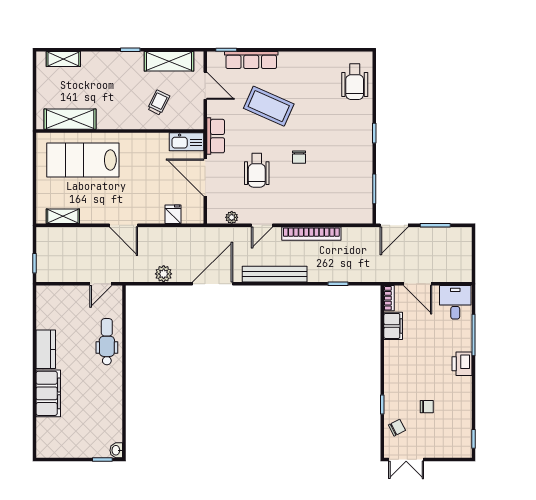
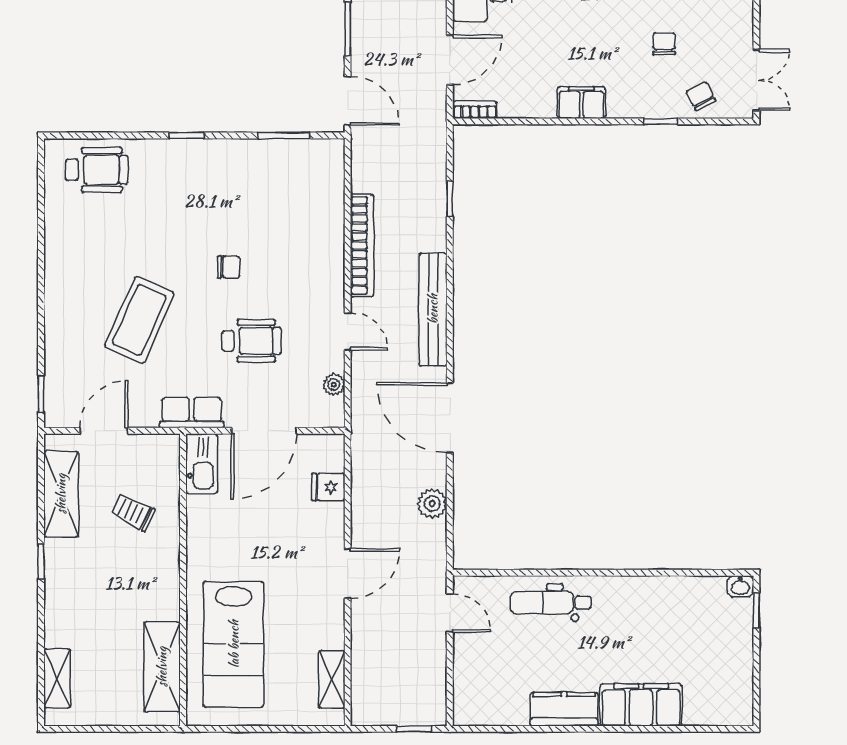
row of seats: (251, 60) -> (59, 350), removed
filing cabinet: (393, 326) -> (581, 103), moved

